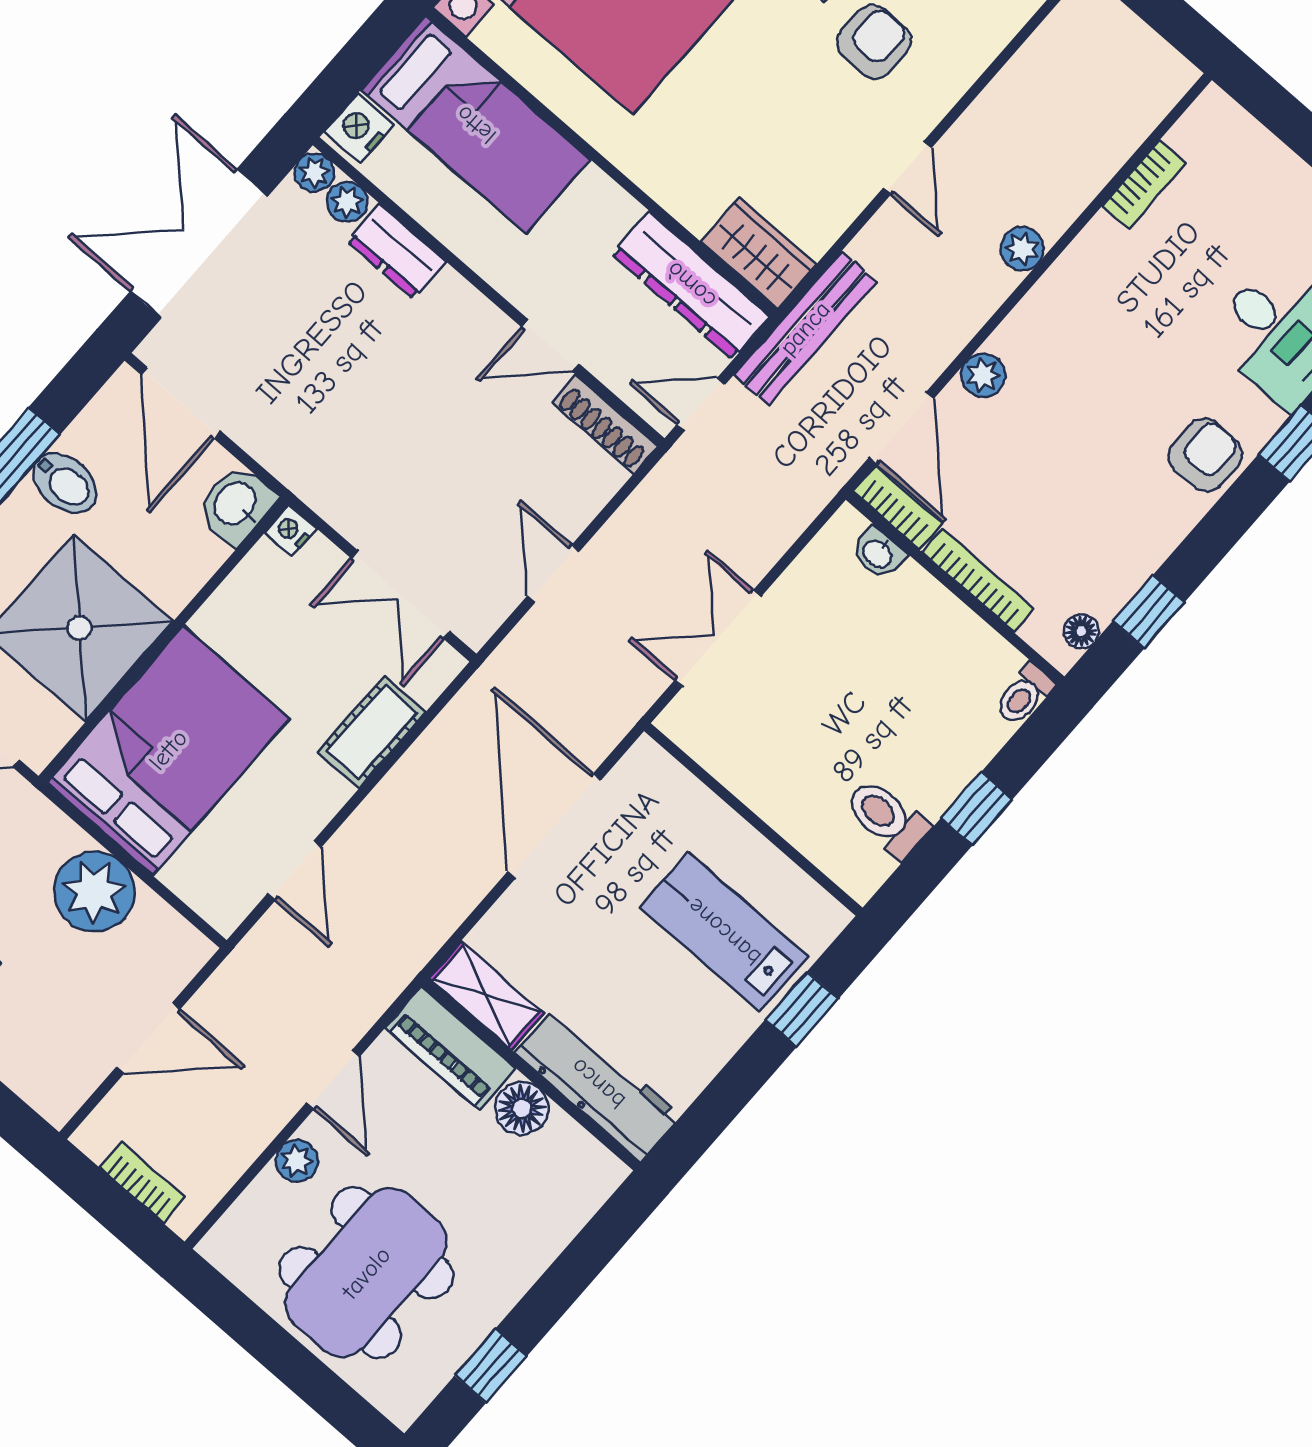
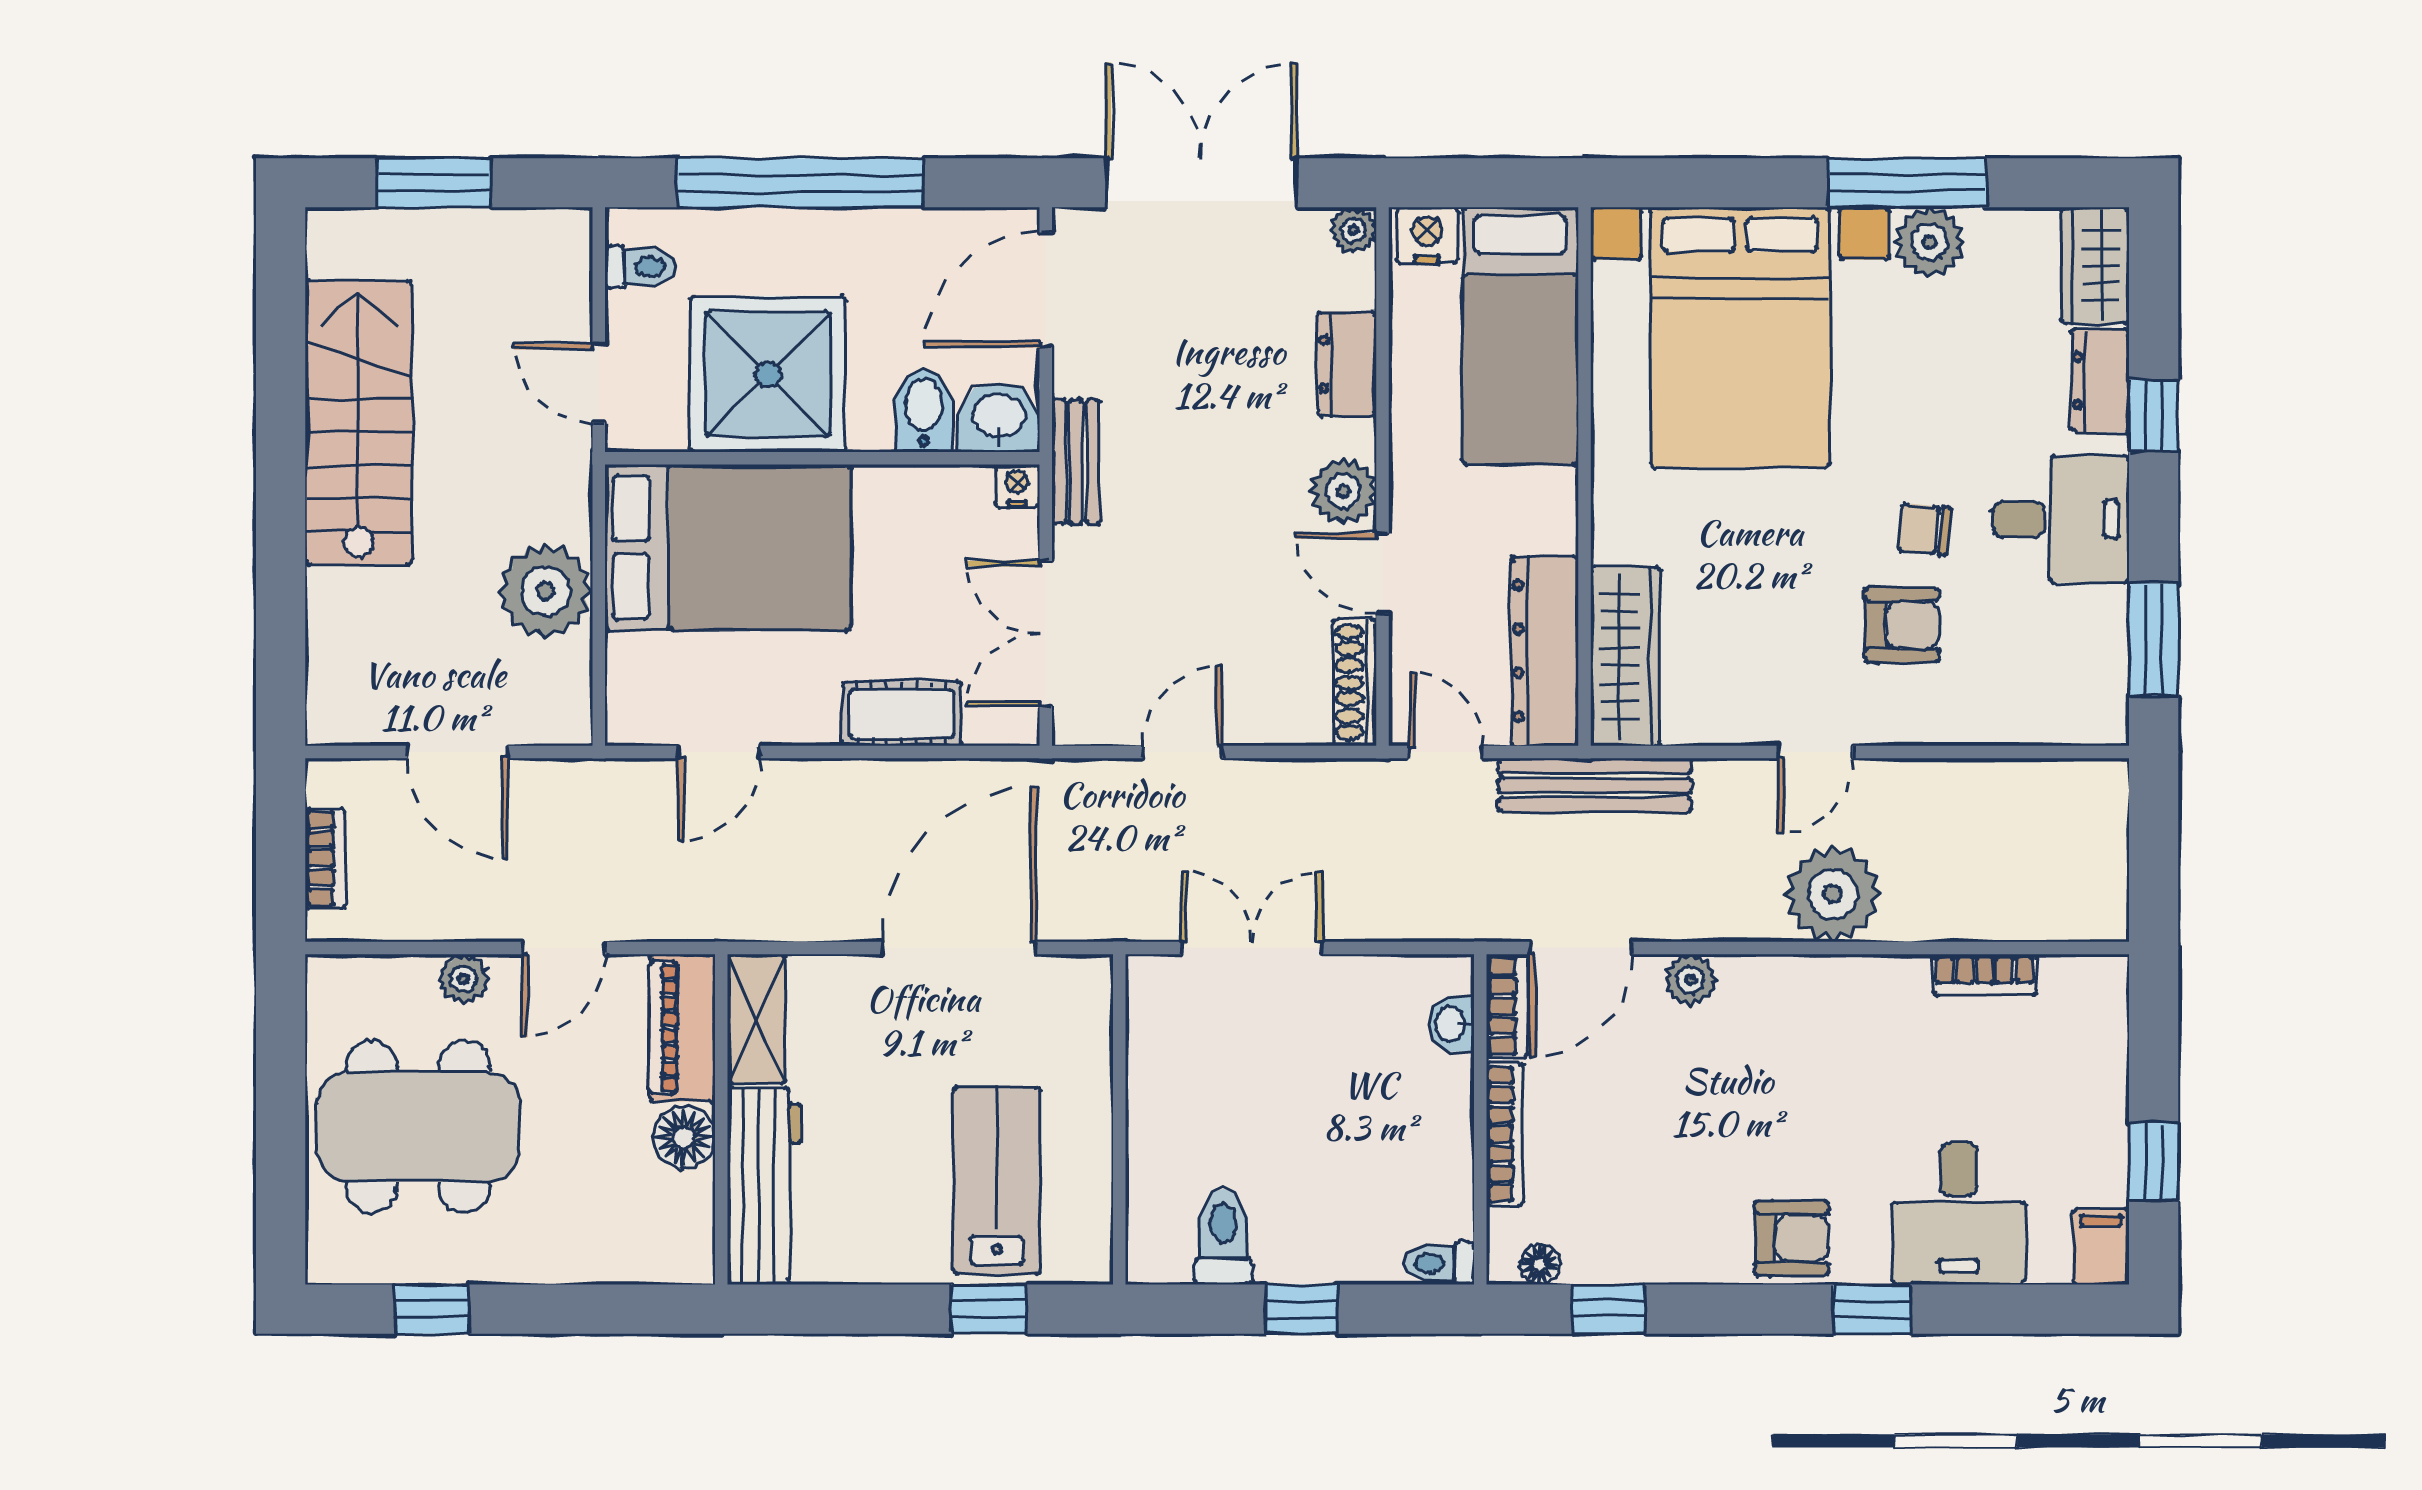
plant: (347, 202) -> (1344, 491), moved, width x1.38, depth x1.38
plant: (1022, 249) -> (1833, 894), width x1.88, depth x1.88
wardrobe: (759, 253) -> (1625, 656), width x1.50
bench: (308, 480) -> (1076, 462), added
bidet: (65, 483) -> (924, 410), moved, turned 180

